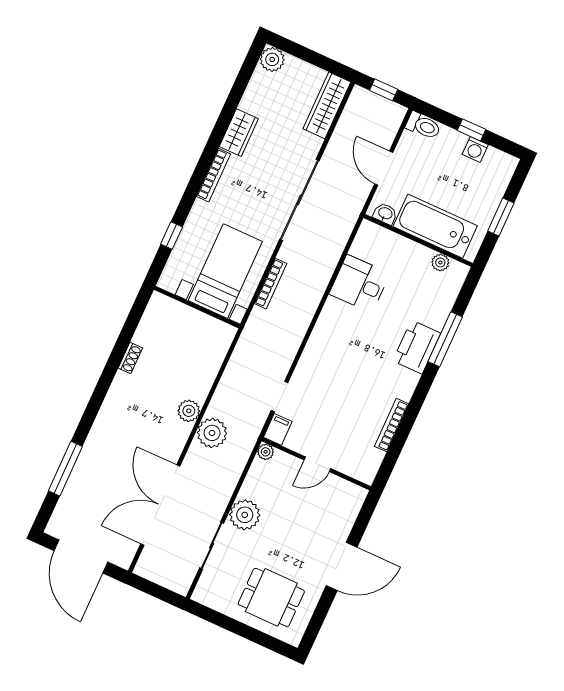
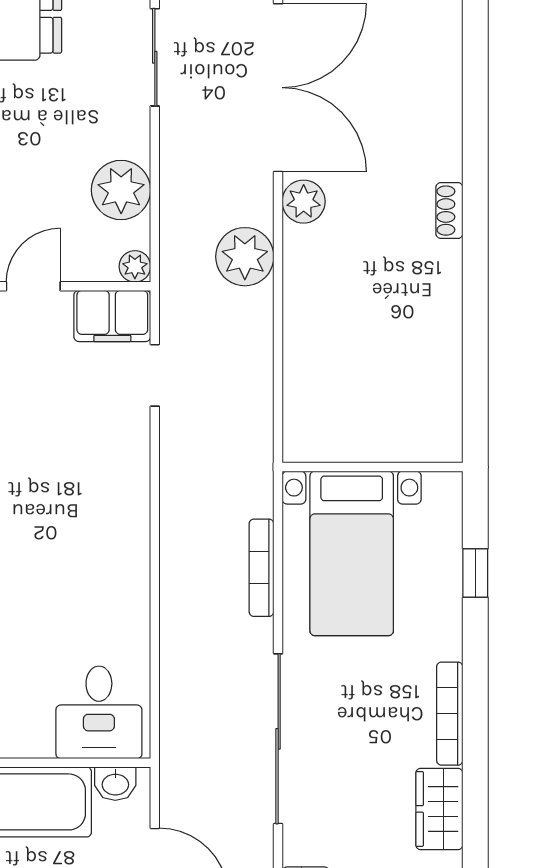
desk: (359, 284) -> (99, 712), moved, turned 90
shoe rack: (130, 358) -> (449, 211), moved
plant: (189, 411) -> (304, 202), moved
filing cabinet: (278, 429) -> (112, 316), width x2.00
window: (65, 469) -> (475, 76), removed
plant: (245, 515) -> (121, 190), moved

